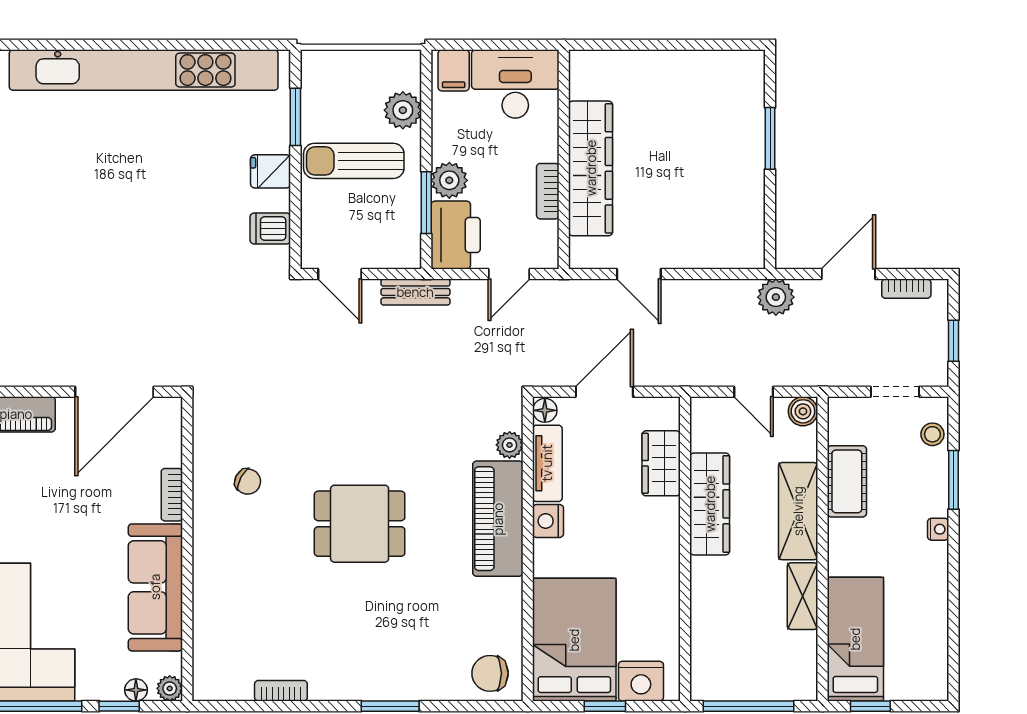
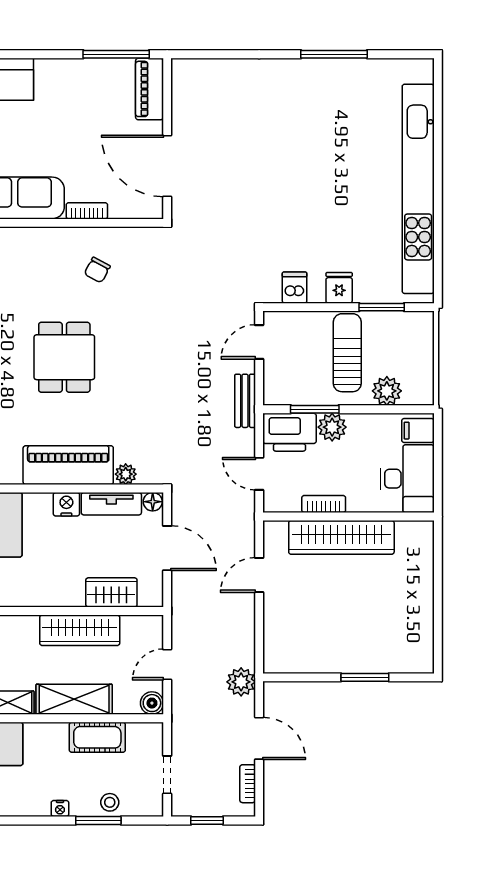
stool: (932, 434) -> (110, 802), moved

